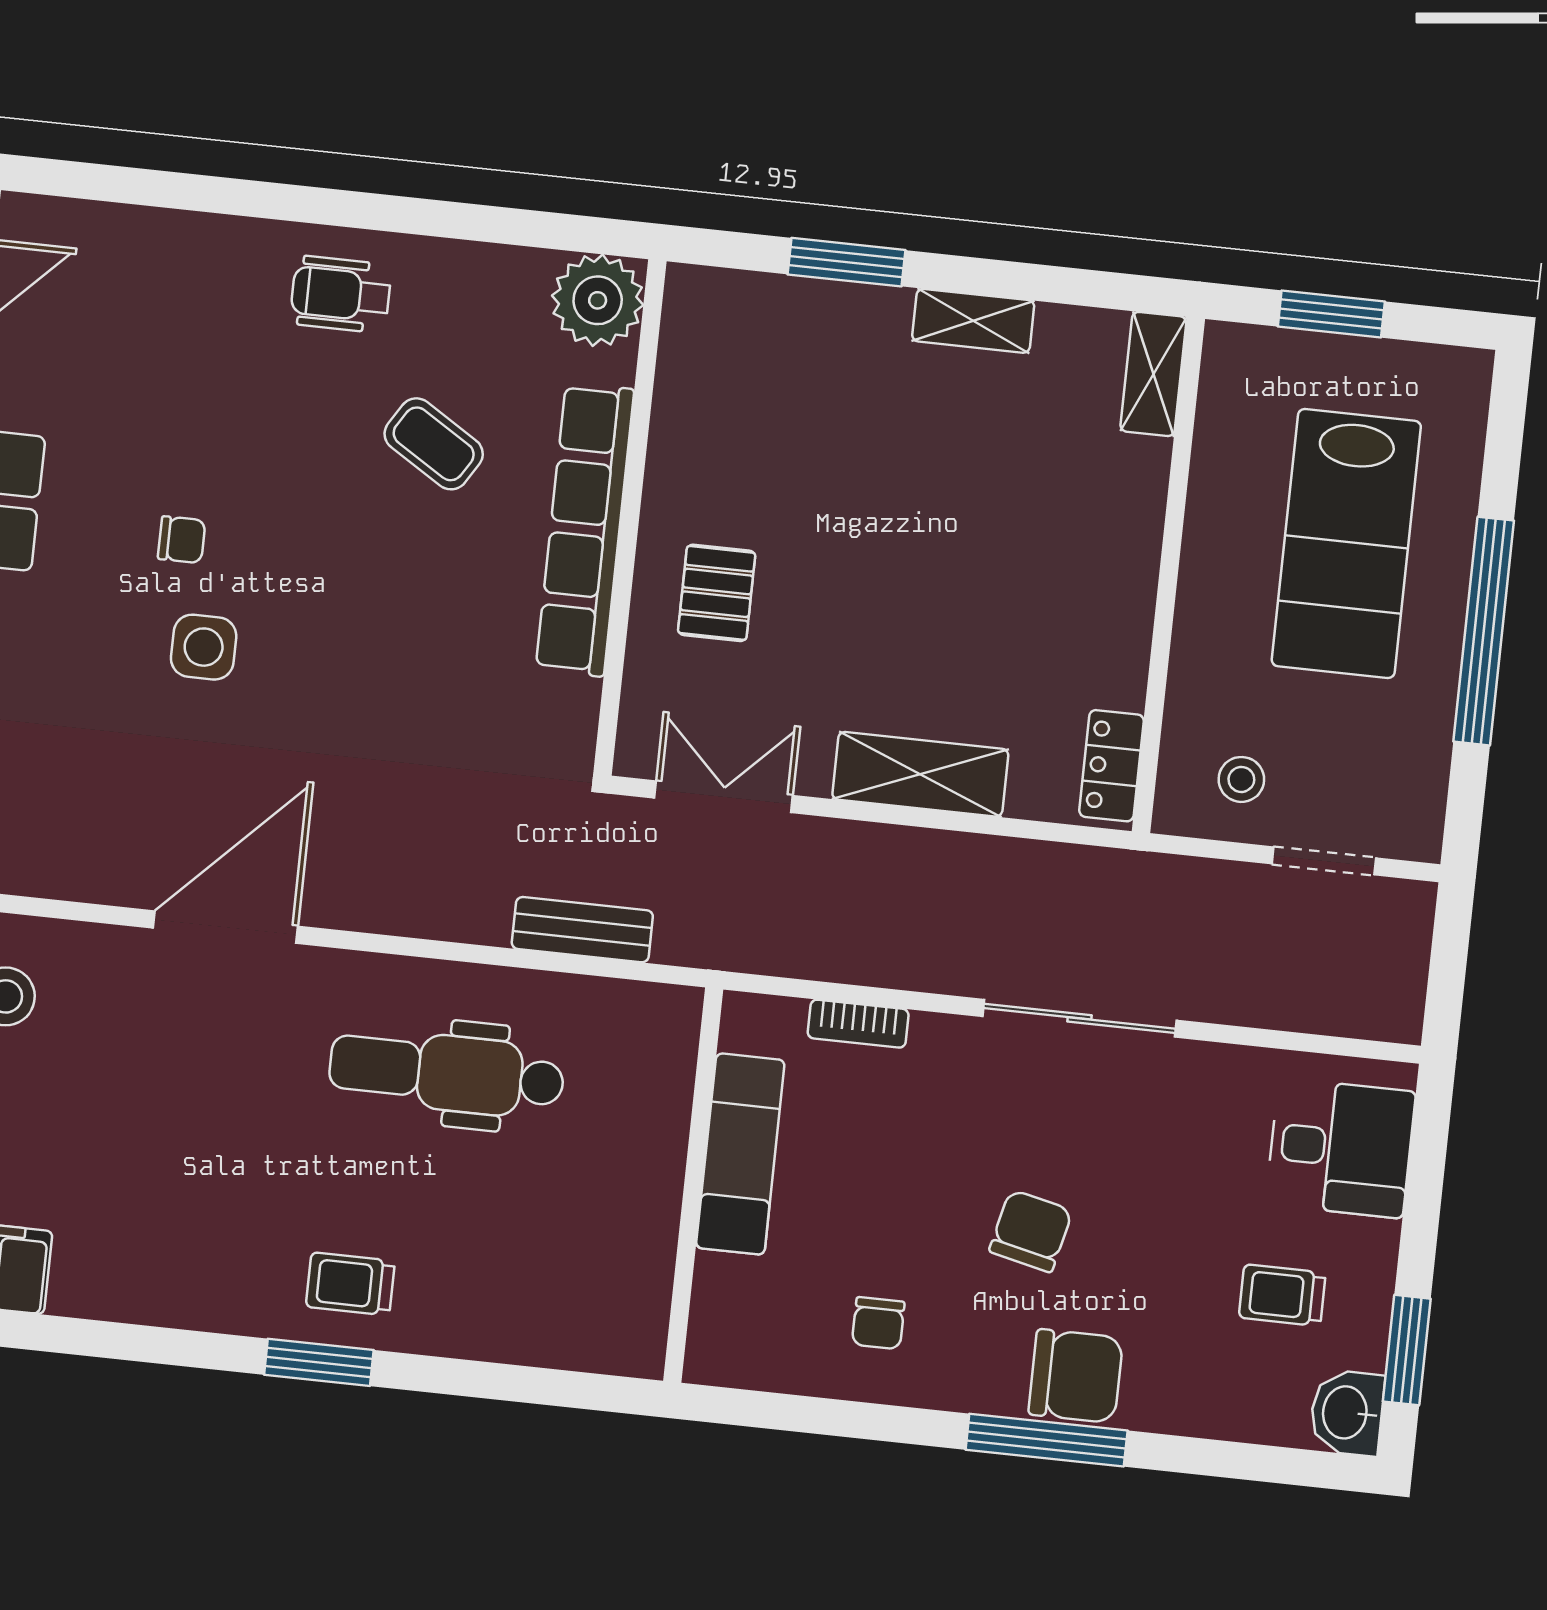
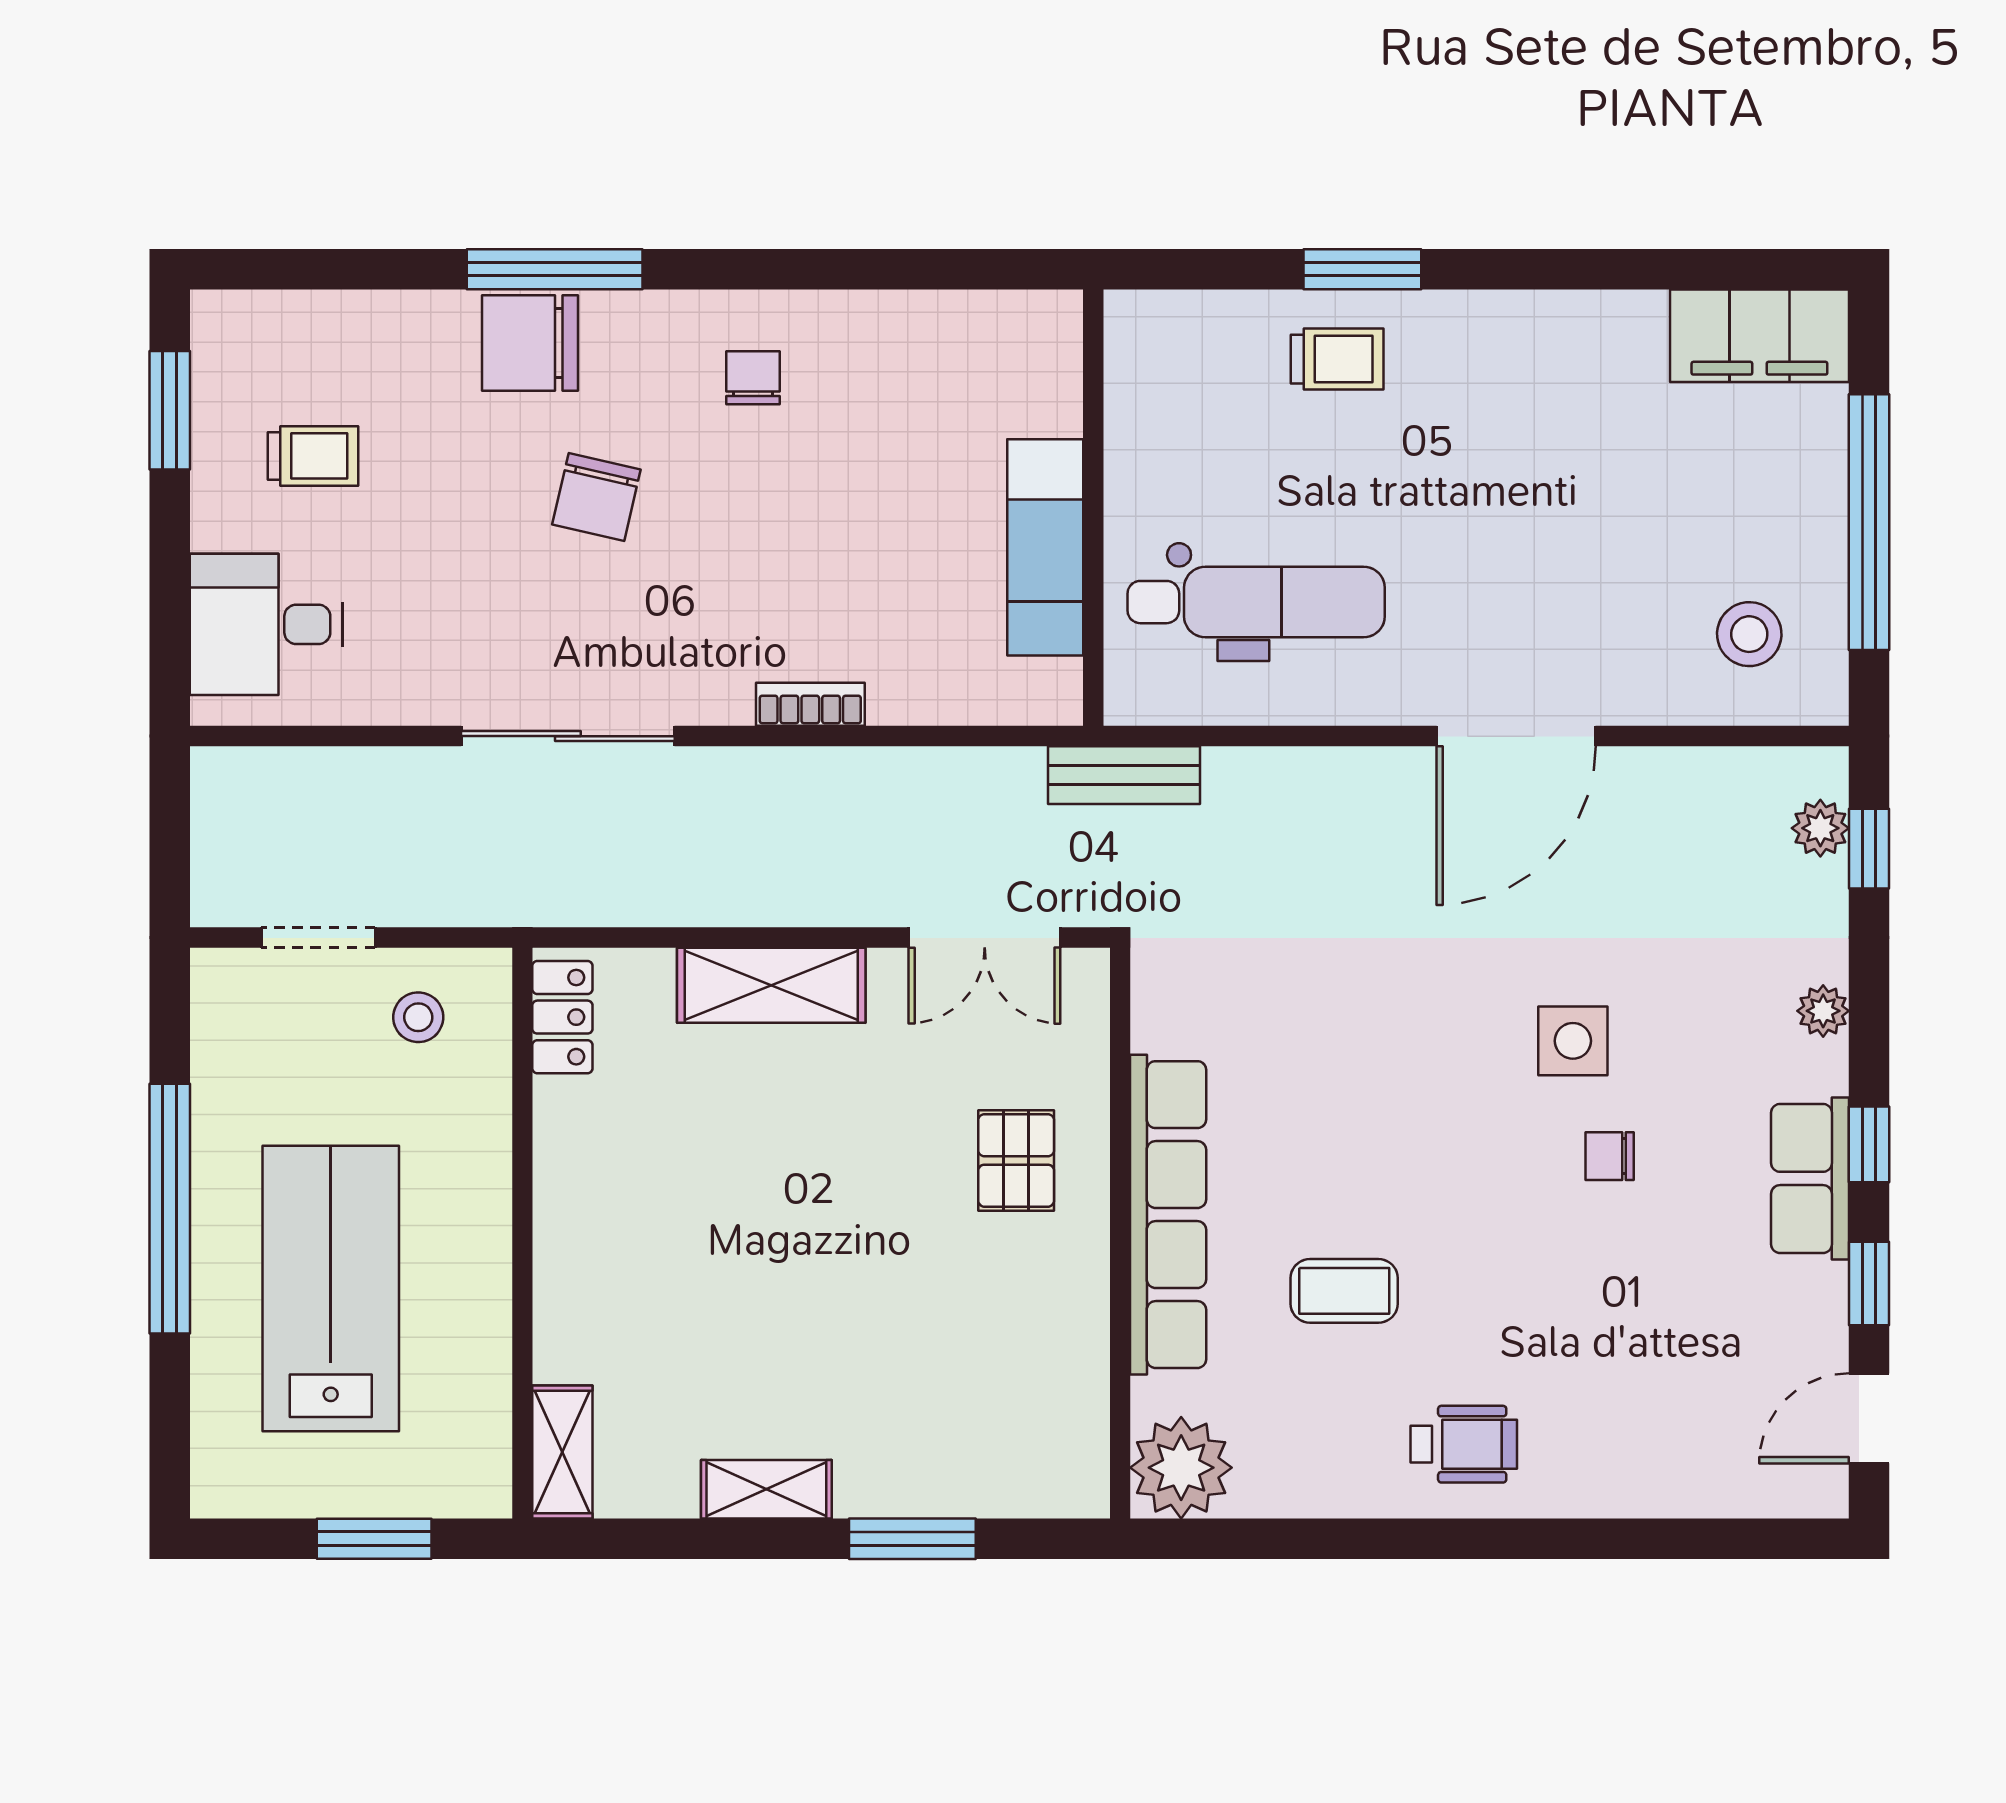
coffee table: (434, 444) -> (1344, 1291), turned -32
exam couch: (740, 1154) -> (1045, 547), moved
wall: (693, 1185) -> (1093, 508), moved
washbasin: (1347, 1413) -> (228, 335), removed

